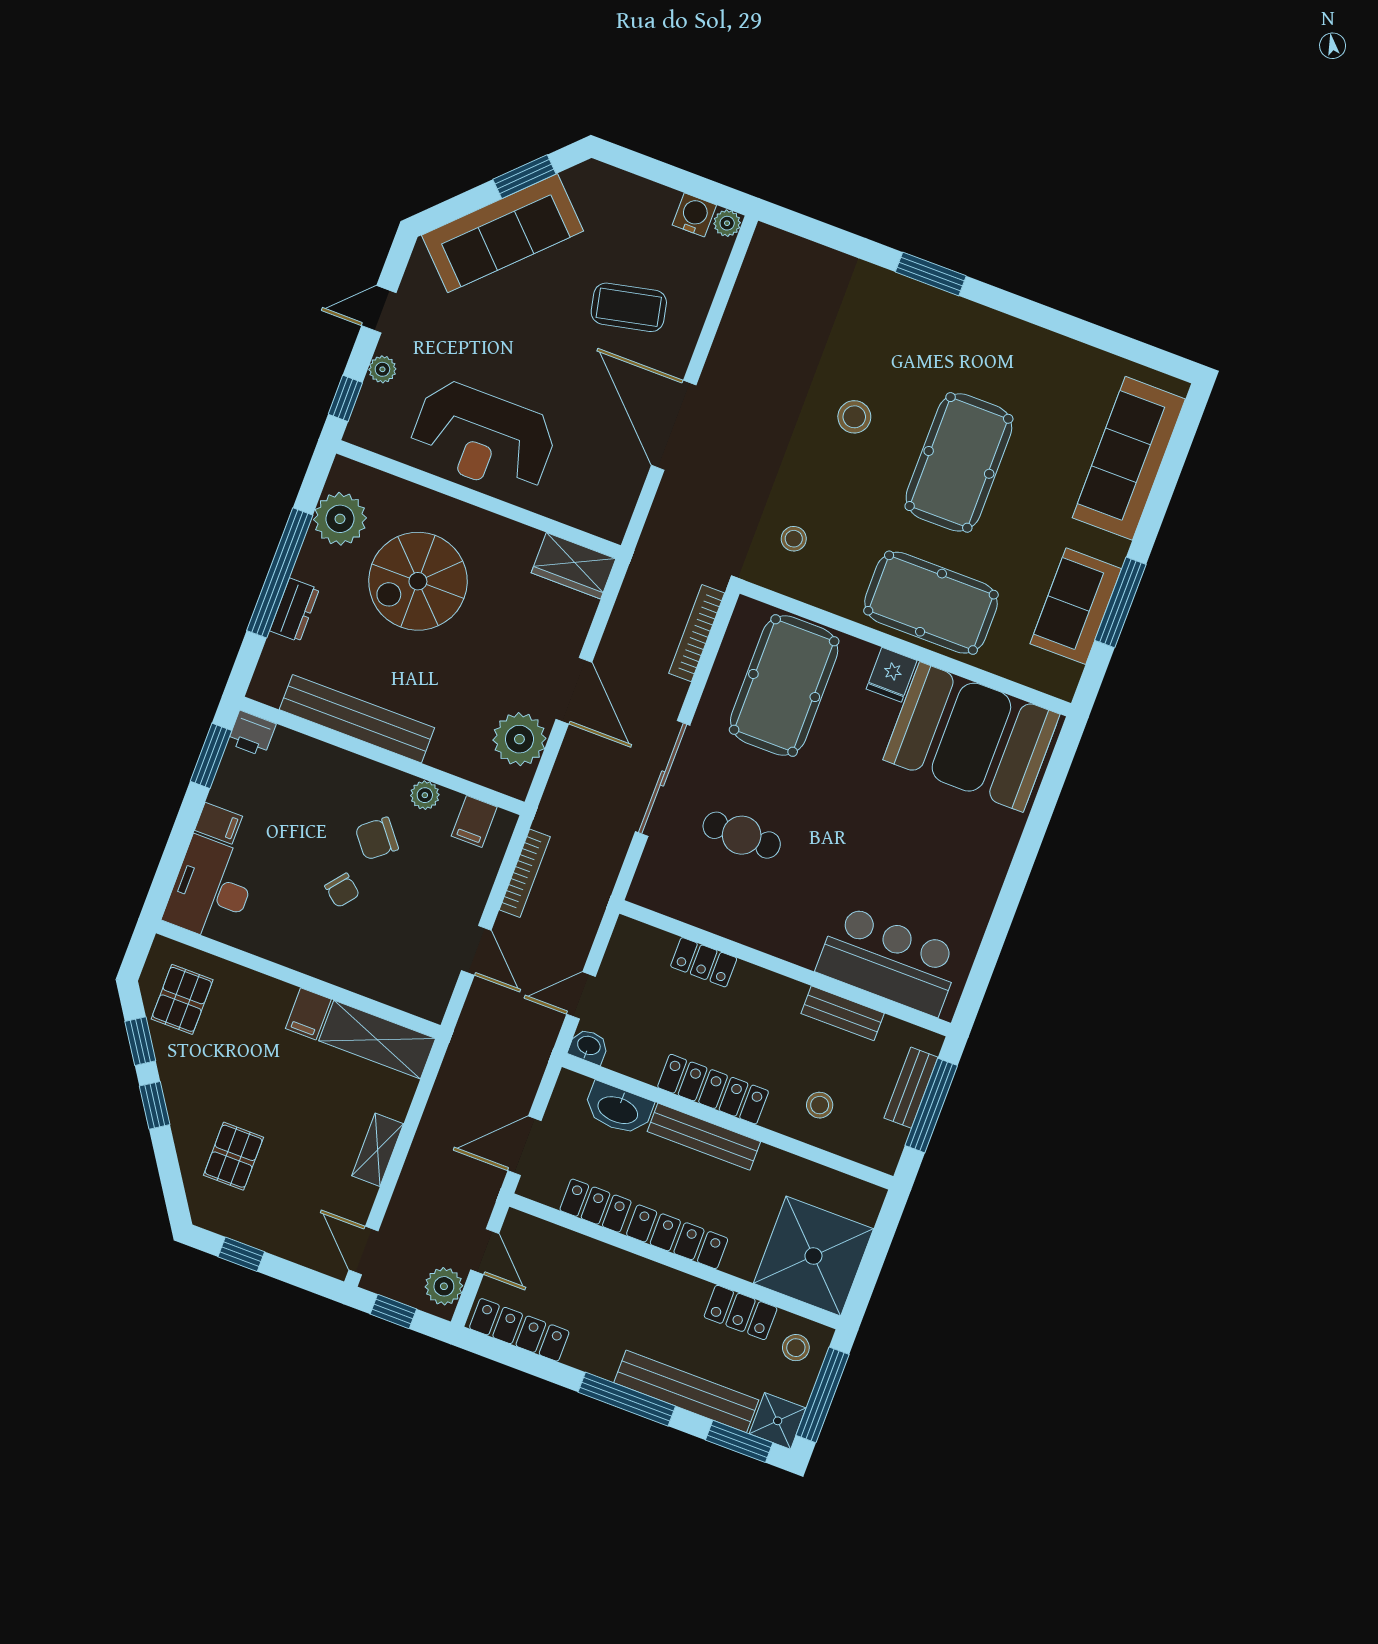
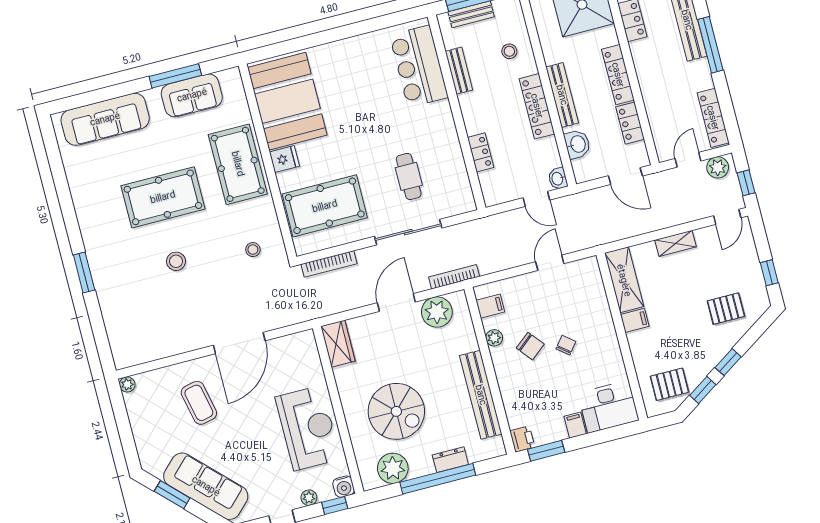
water cooler: (694, 215) -> (344, 487), moved, turned -90
bookcase: (525, 873) -> (454, 277), moved
washbasin: (618, 1109) -> (577, 144), width x0.72

